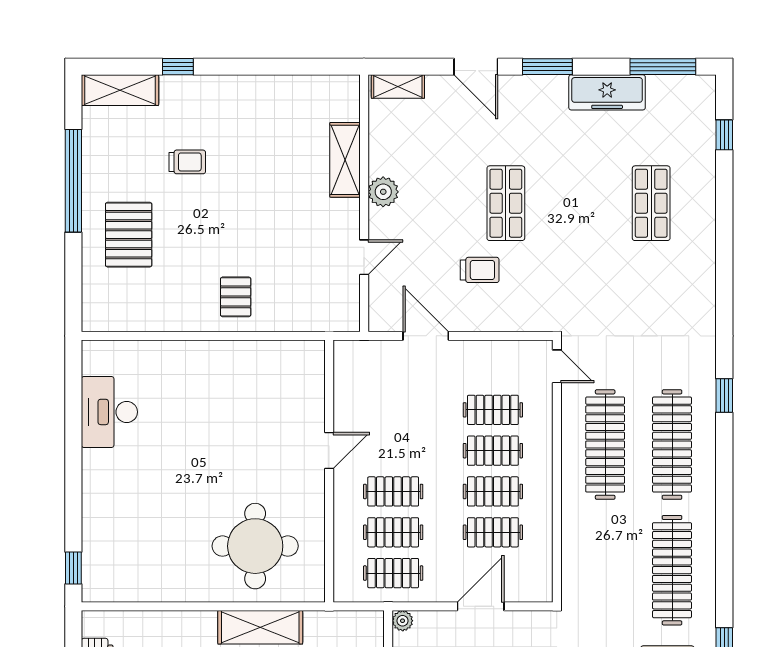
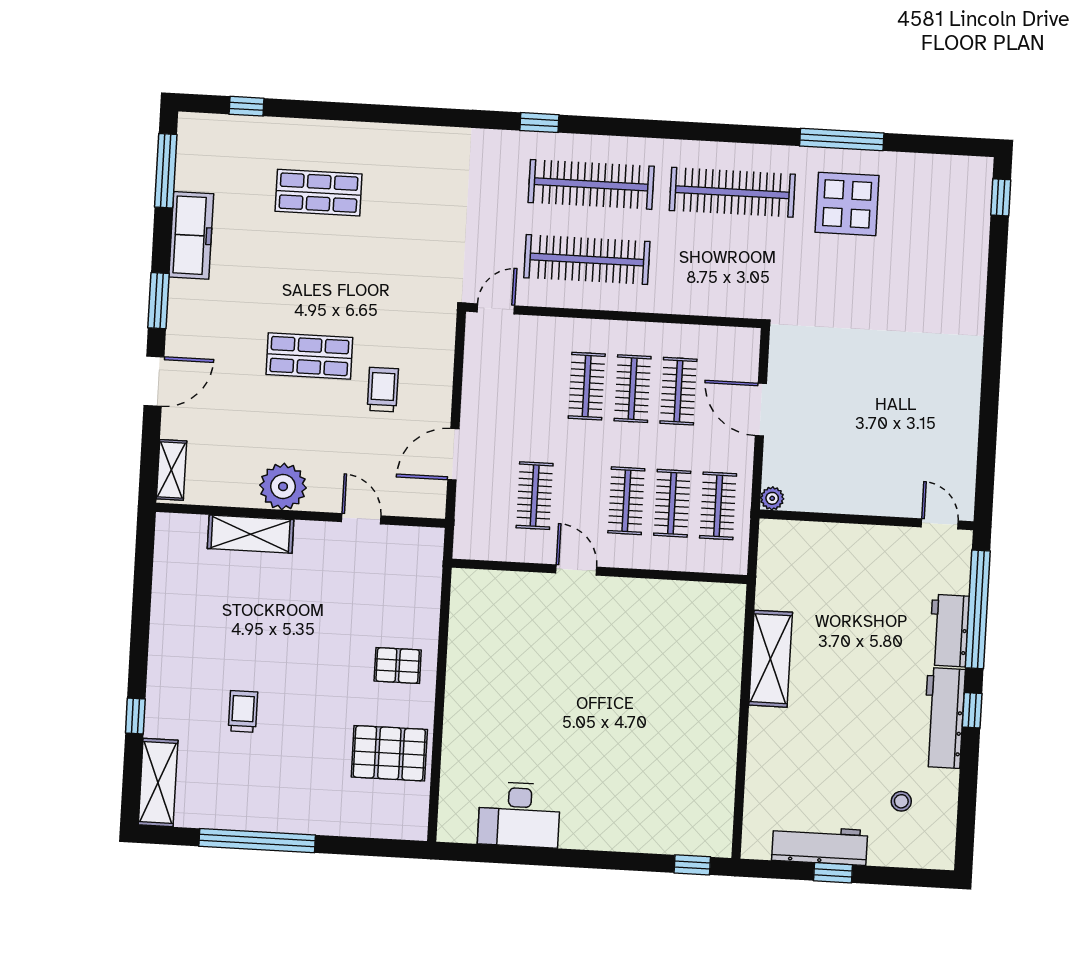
plant: (383, 192) -> (283, 486), width x1.36, depth x1.36
pallet: (129, 235) -> (389, 753), moved
clothes rail: (493, 410) -> (535, 496), moved
round table: (255, 546) -> (679, 659), removed

